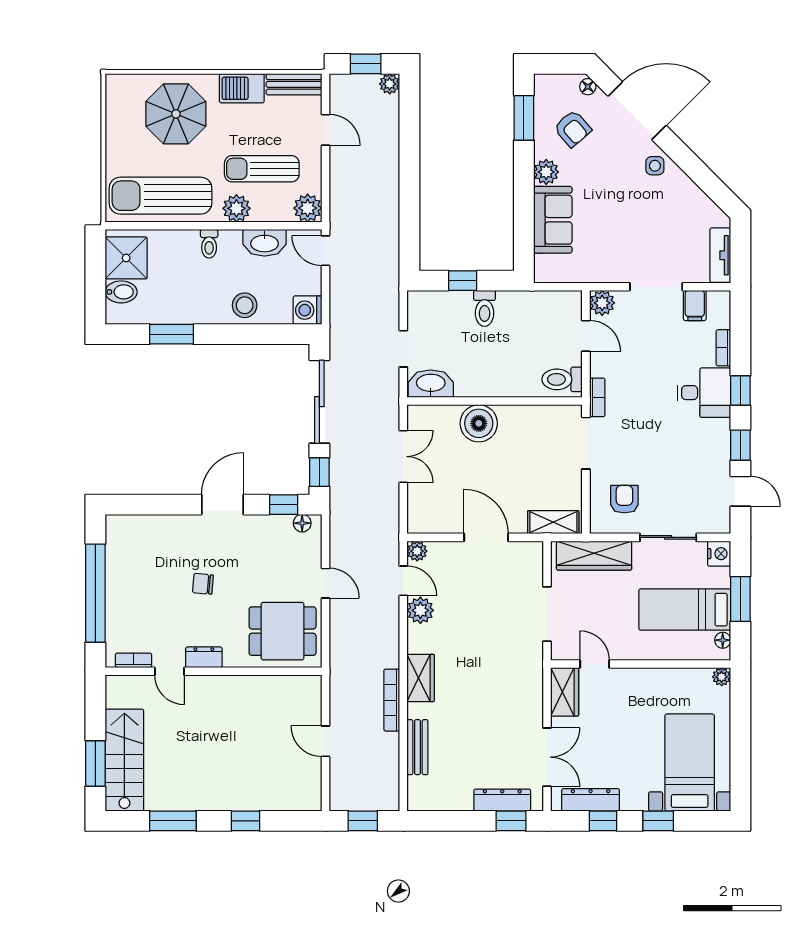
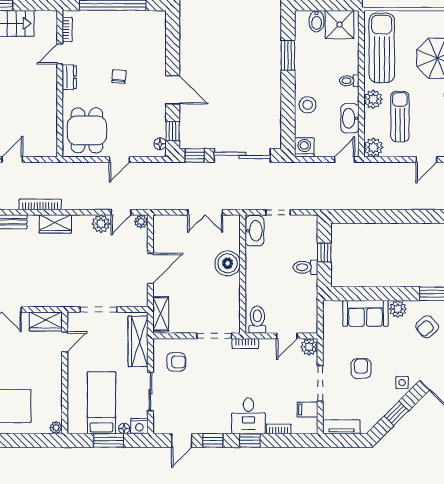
window: (700, 174) -> (396, 413), added
armchair: (634, 226) -> (361, 369), added
floor lamp: (723, 640) -> (124, 428), moved

